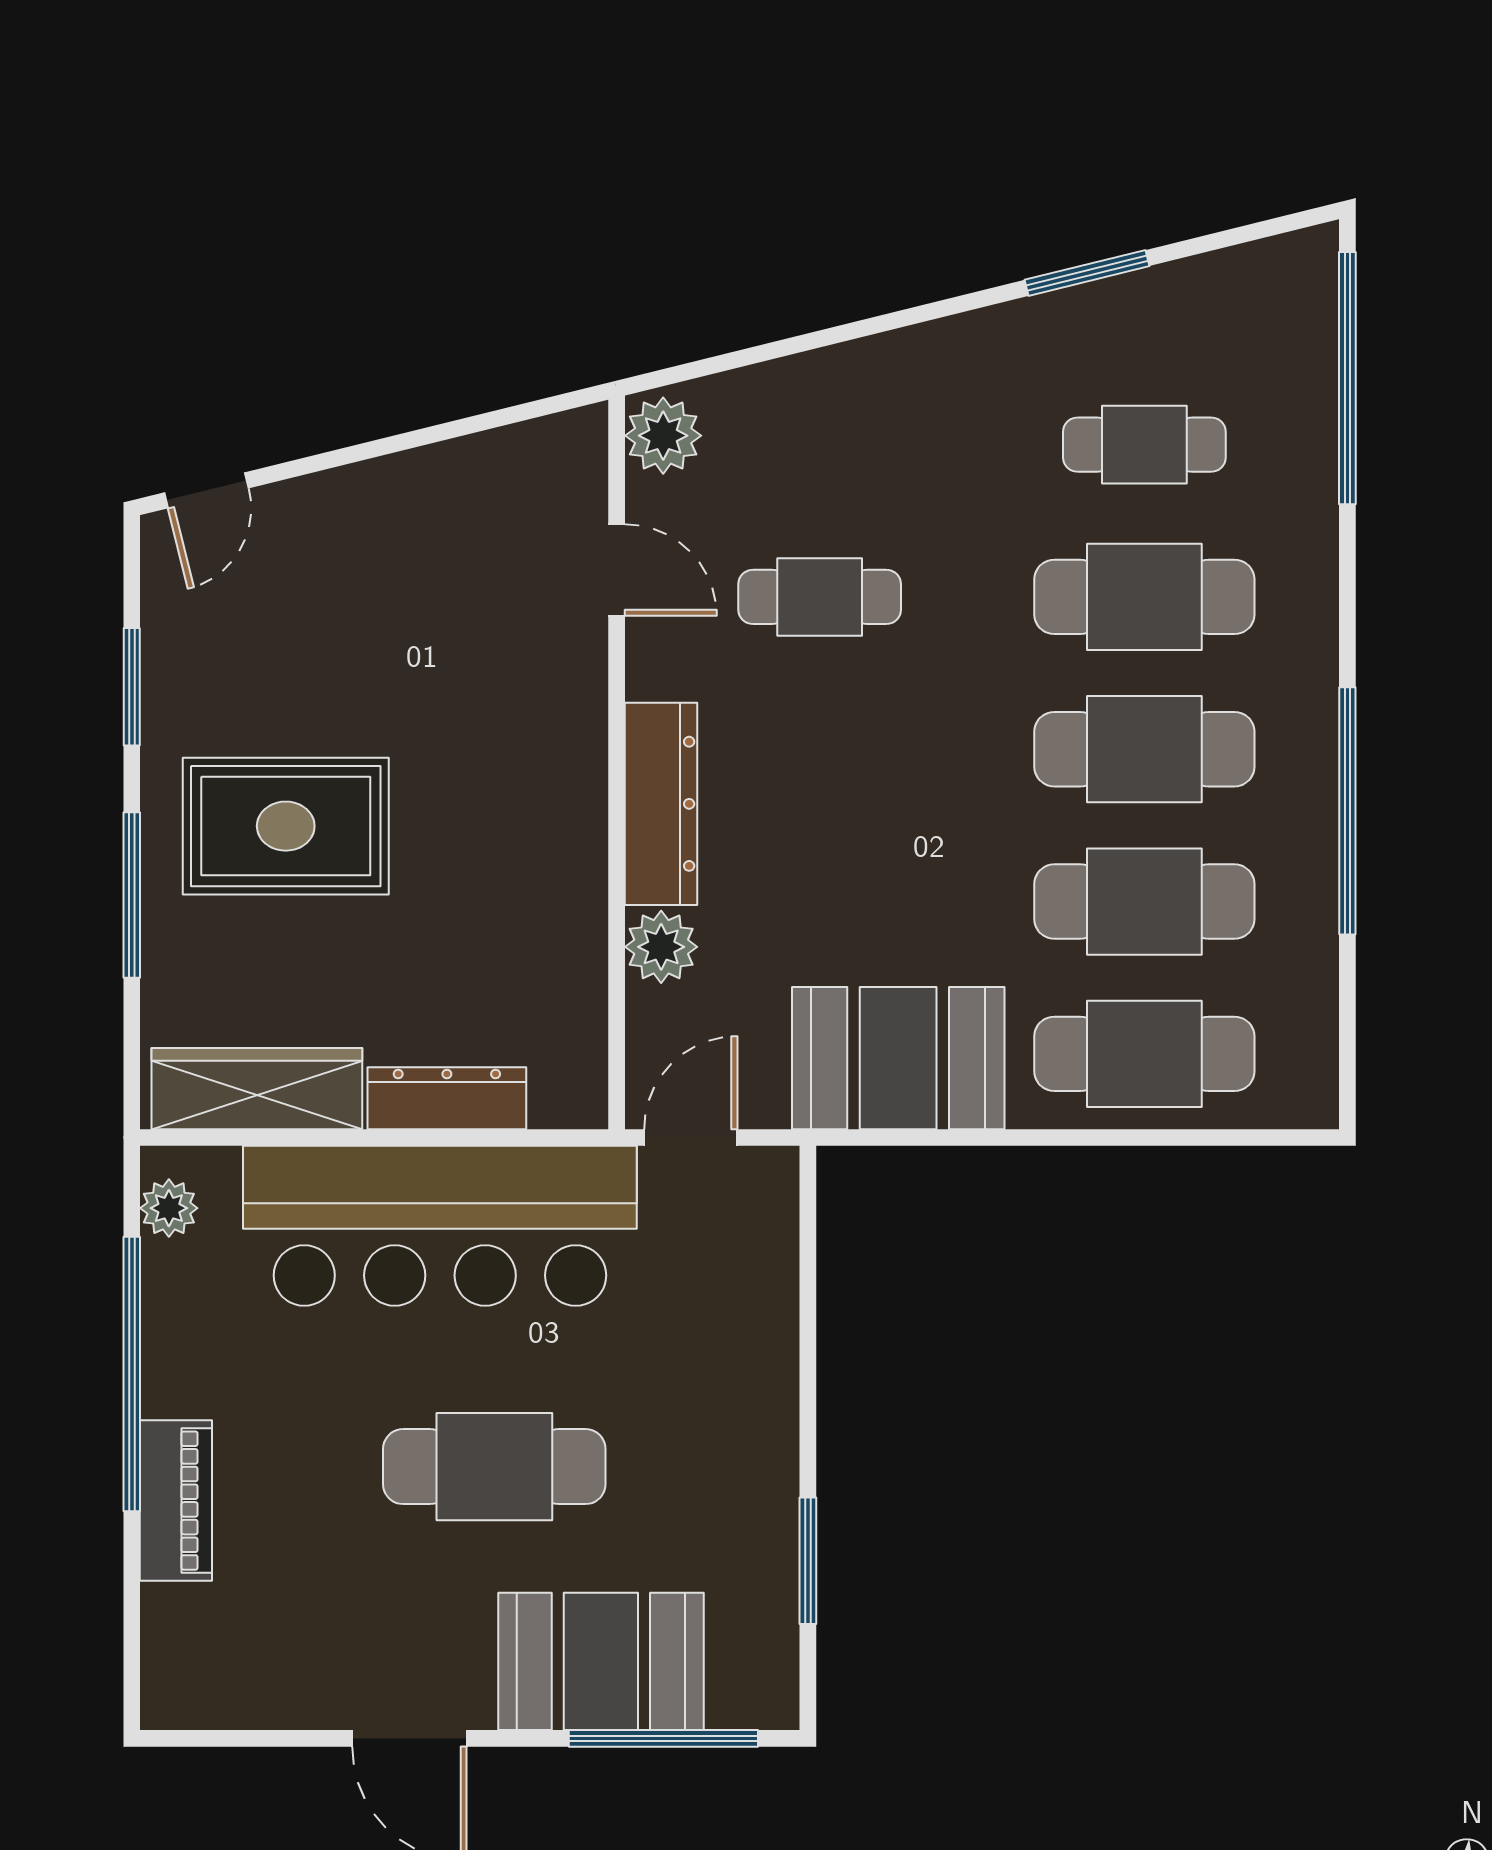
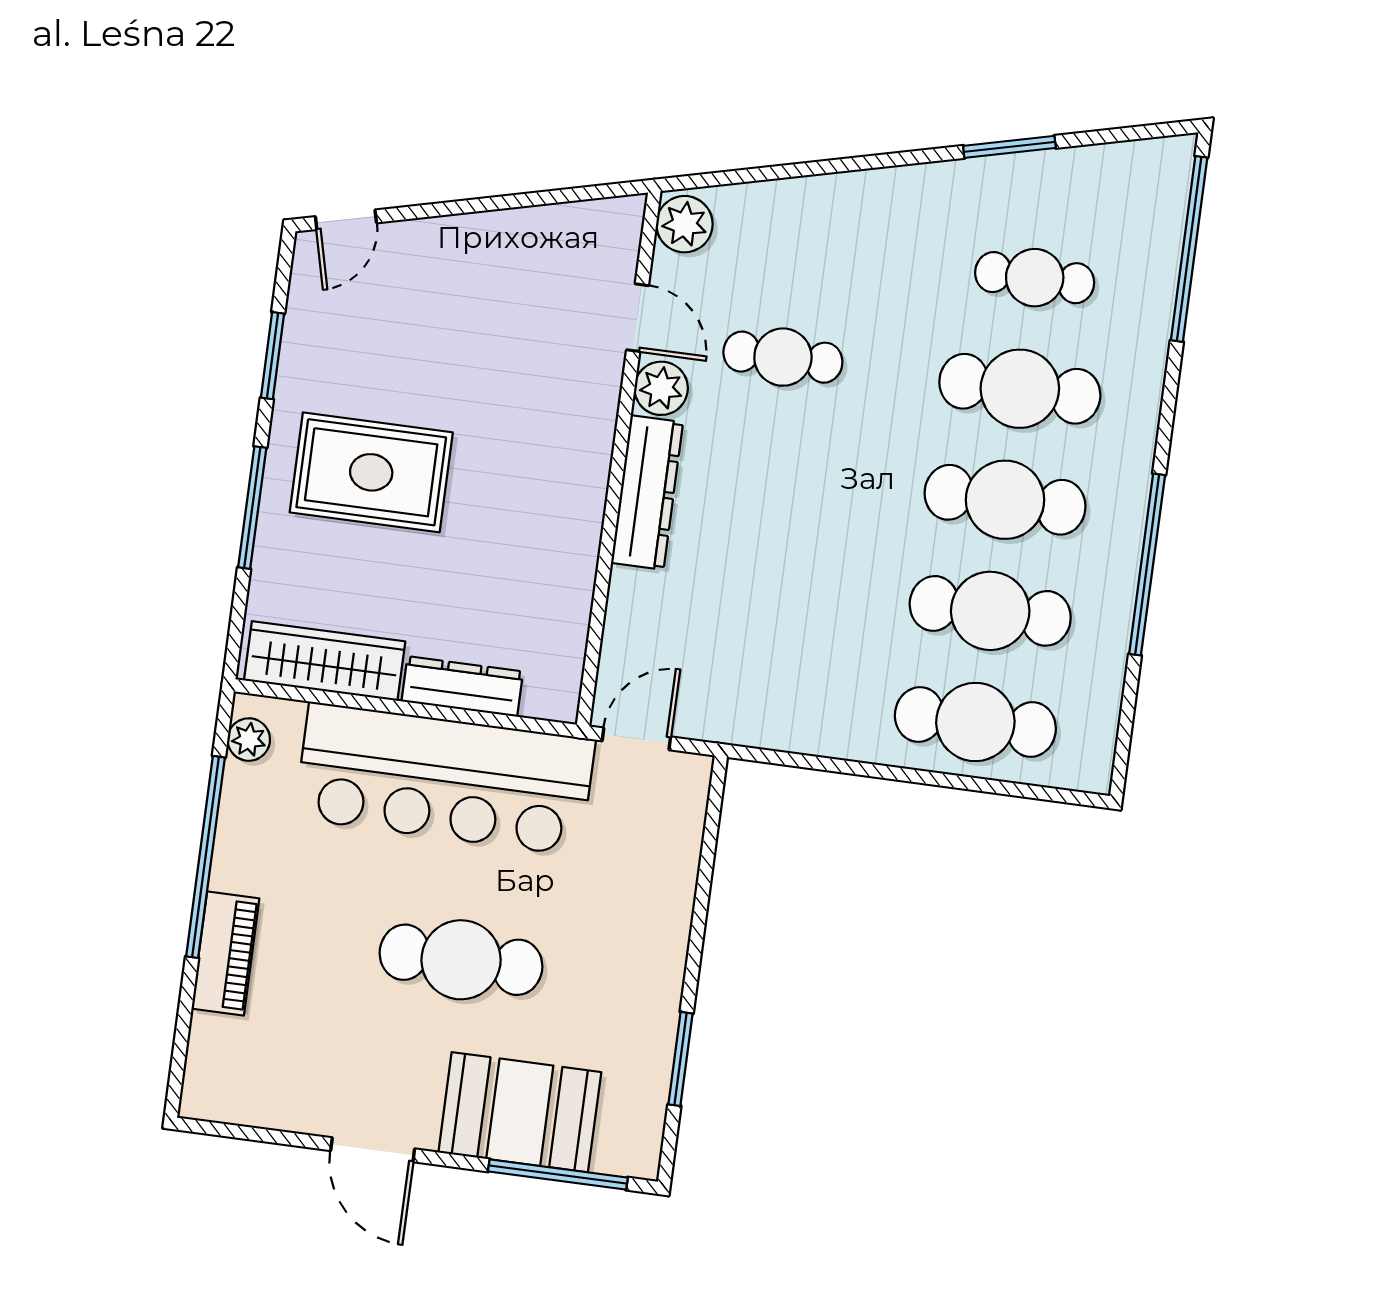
plant: (661, 947) -> (661, 388), moved
booth: (898, 1058) -> (795, 701), removed

